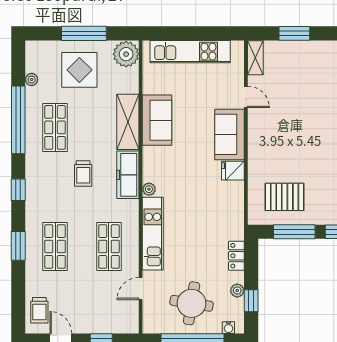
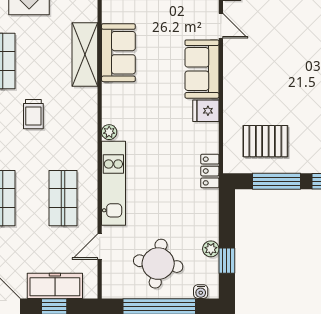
freezer: (128, 175) -> (55, 286), moved, turned 90
locker: (236, 256) -> (210, 171), moved

